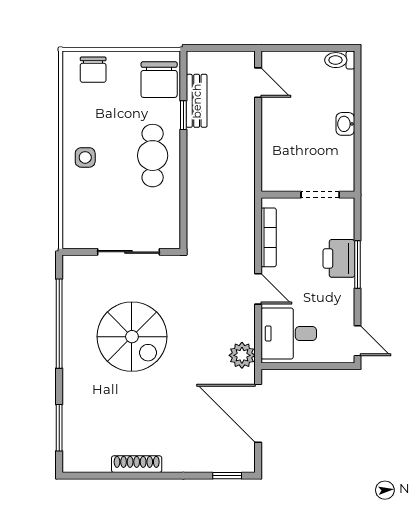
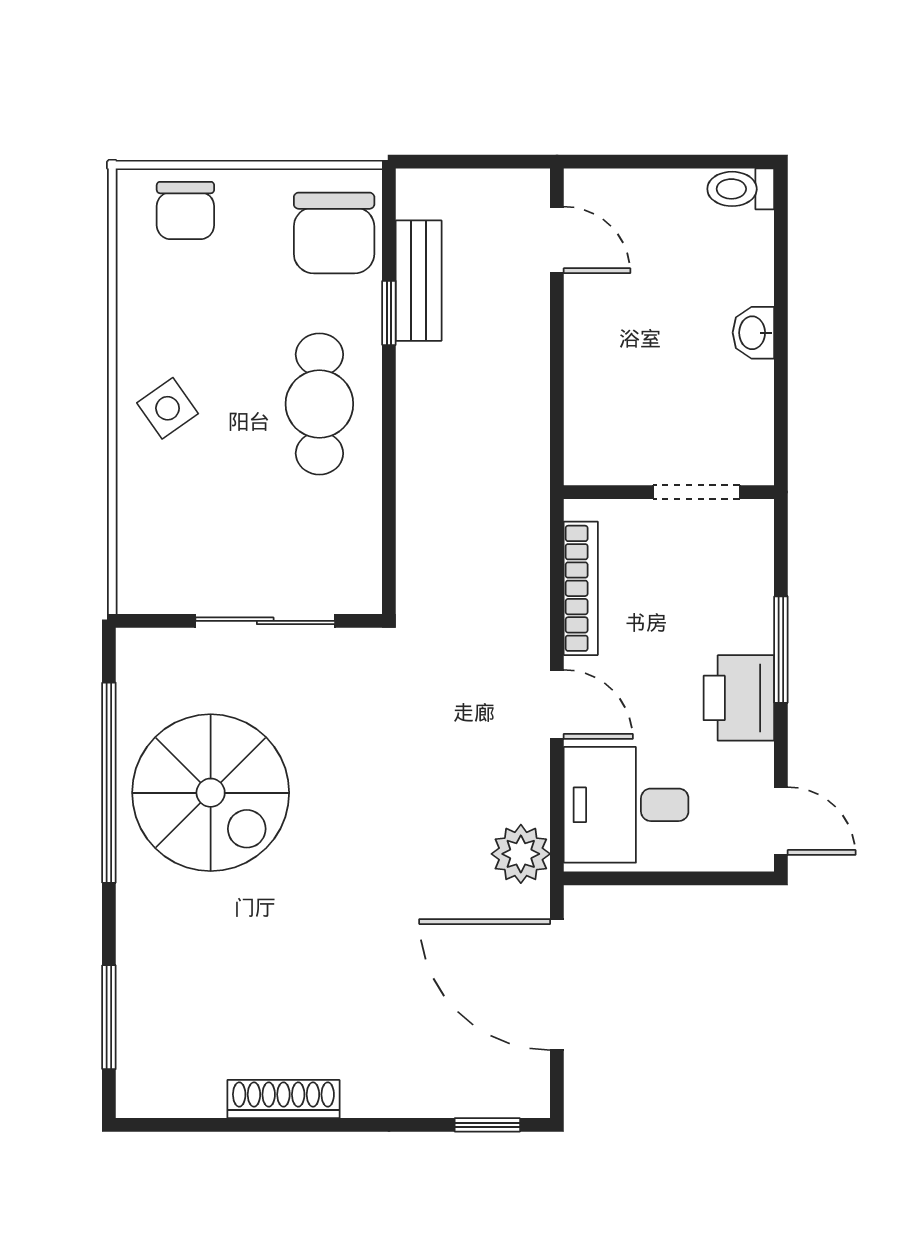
side table: (85, 157) -> (168, 408), turned -35
printer: (339, 258) -> (739, 698), moved
spiral stairs: (132, 337) -> (211, 793), moved

